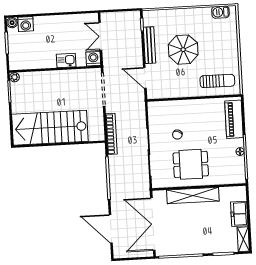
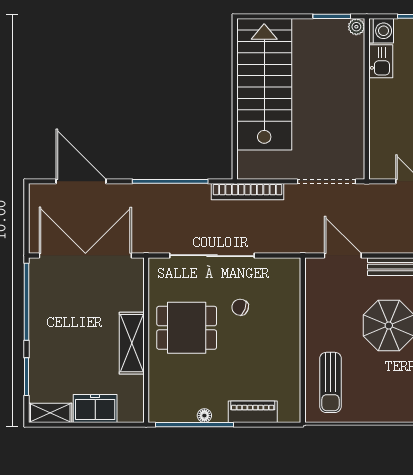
washing machine: (93, 59) -> (381, 31), moved
kitchen sink: (66, 61) -> (381, 61), moved
door: (145, 78) -> (343, 256), hinge flipped
piano: (234, 119) -> (253, 412), width x0.73, depth x0.75
dining table: (191, 164) -> (187, 328), turned 90
shelving: (193, 196) -> (132, 343), width x0.68
door: (111, 229) -> (81, 181), hinge flipped

